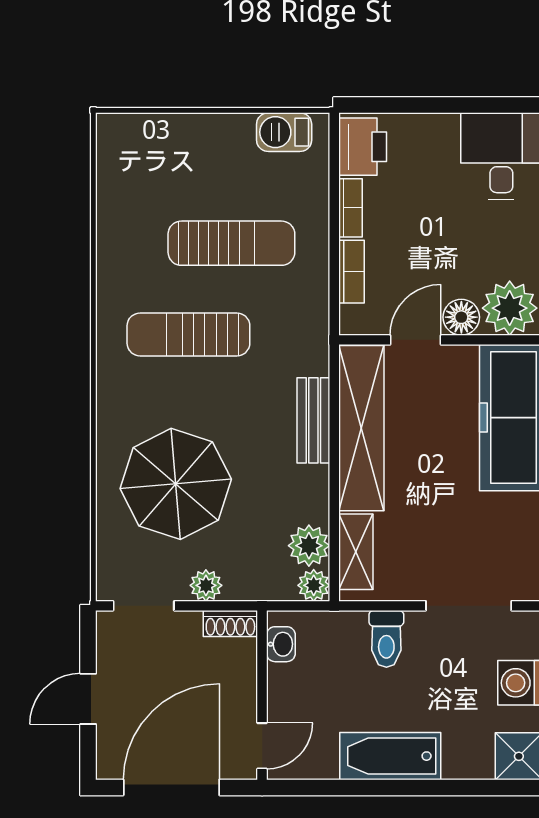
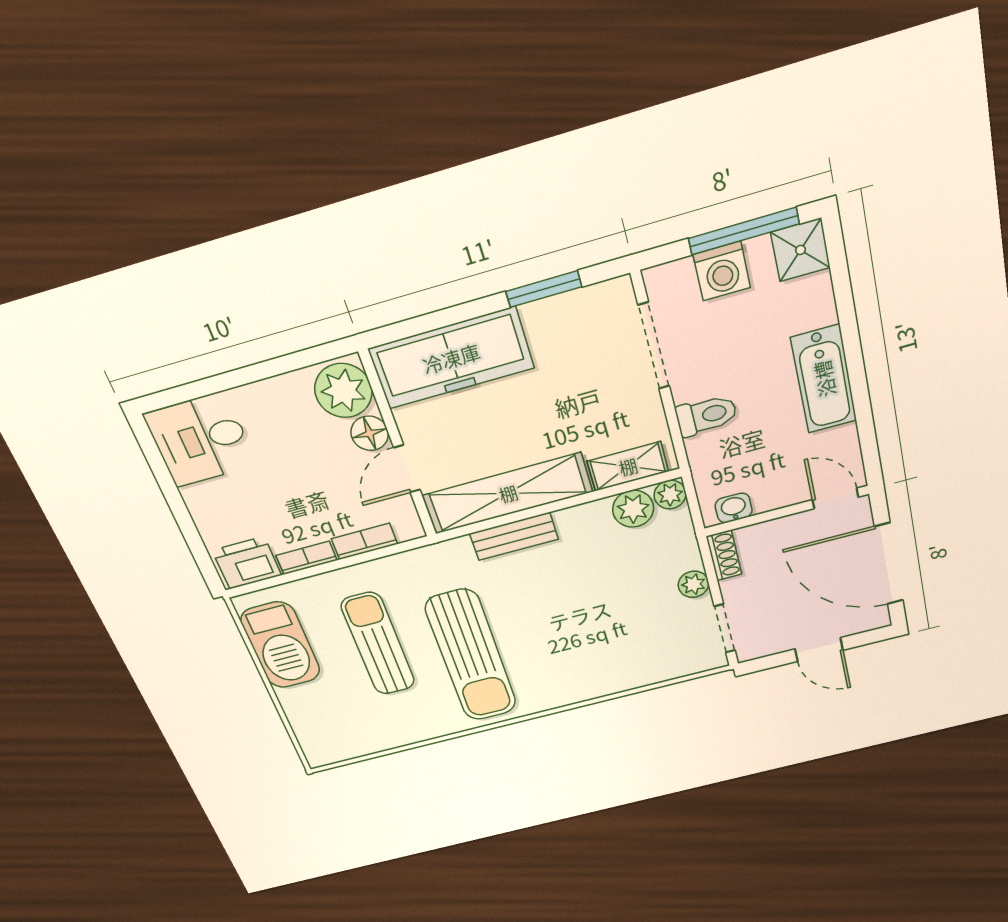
barbecue: (284, 132) -> (280, 645), width x1.88, depth x1.53
sun lounger: (188, 334) -> (471, 656), width x1.36, depth x1.34
door: (415, 340) -> (407, 469), hinge flipped
parasol: (176, 484) -> (607, 632), removed

